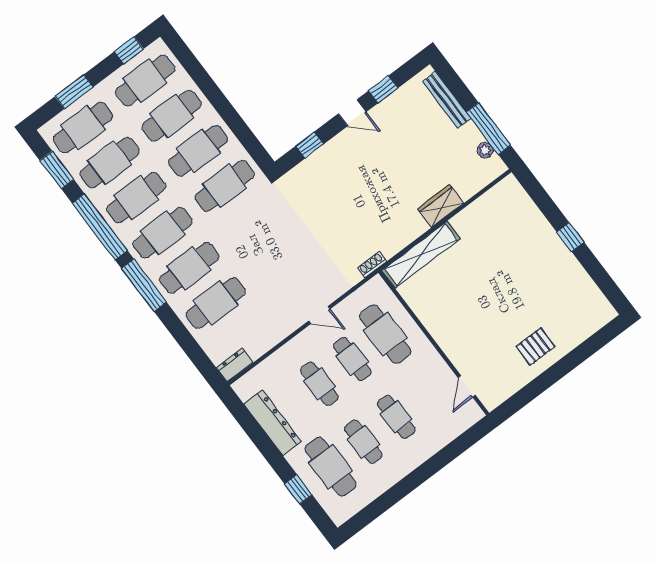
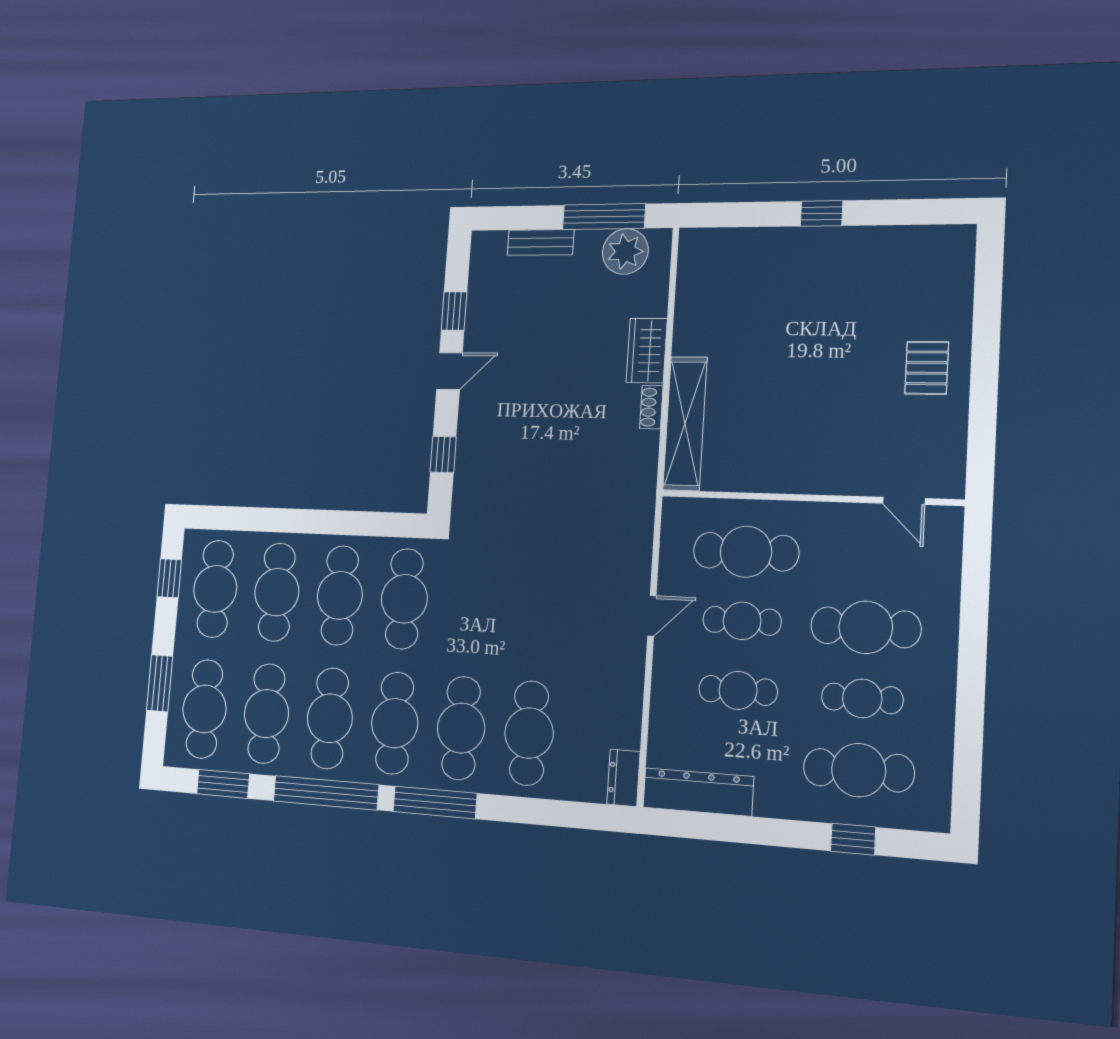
bench: (447, 100) -> (541, 242), width x0.73
plant: (485, 150) -> (625, 251), width x1.87, depth x1.87
shoe rack: (372, 265) -> (651, 407), moved
cafe table: (396, 417) -> (866, 627), width x1.37, depth x1.35
dresser: (272, 423) -> (698, 792), moved

